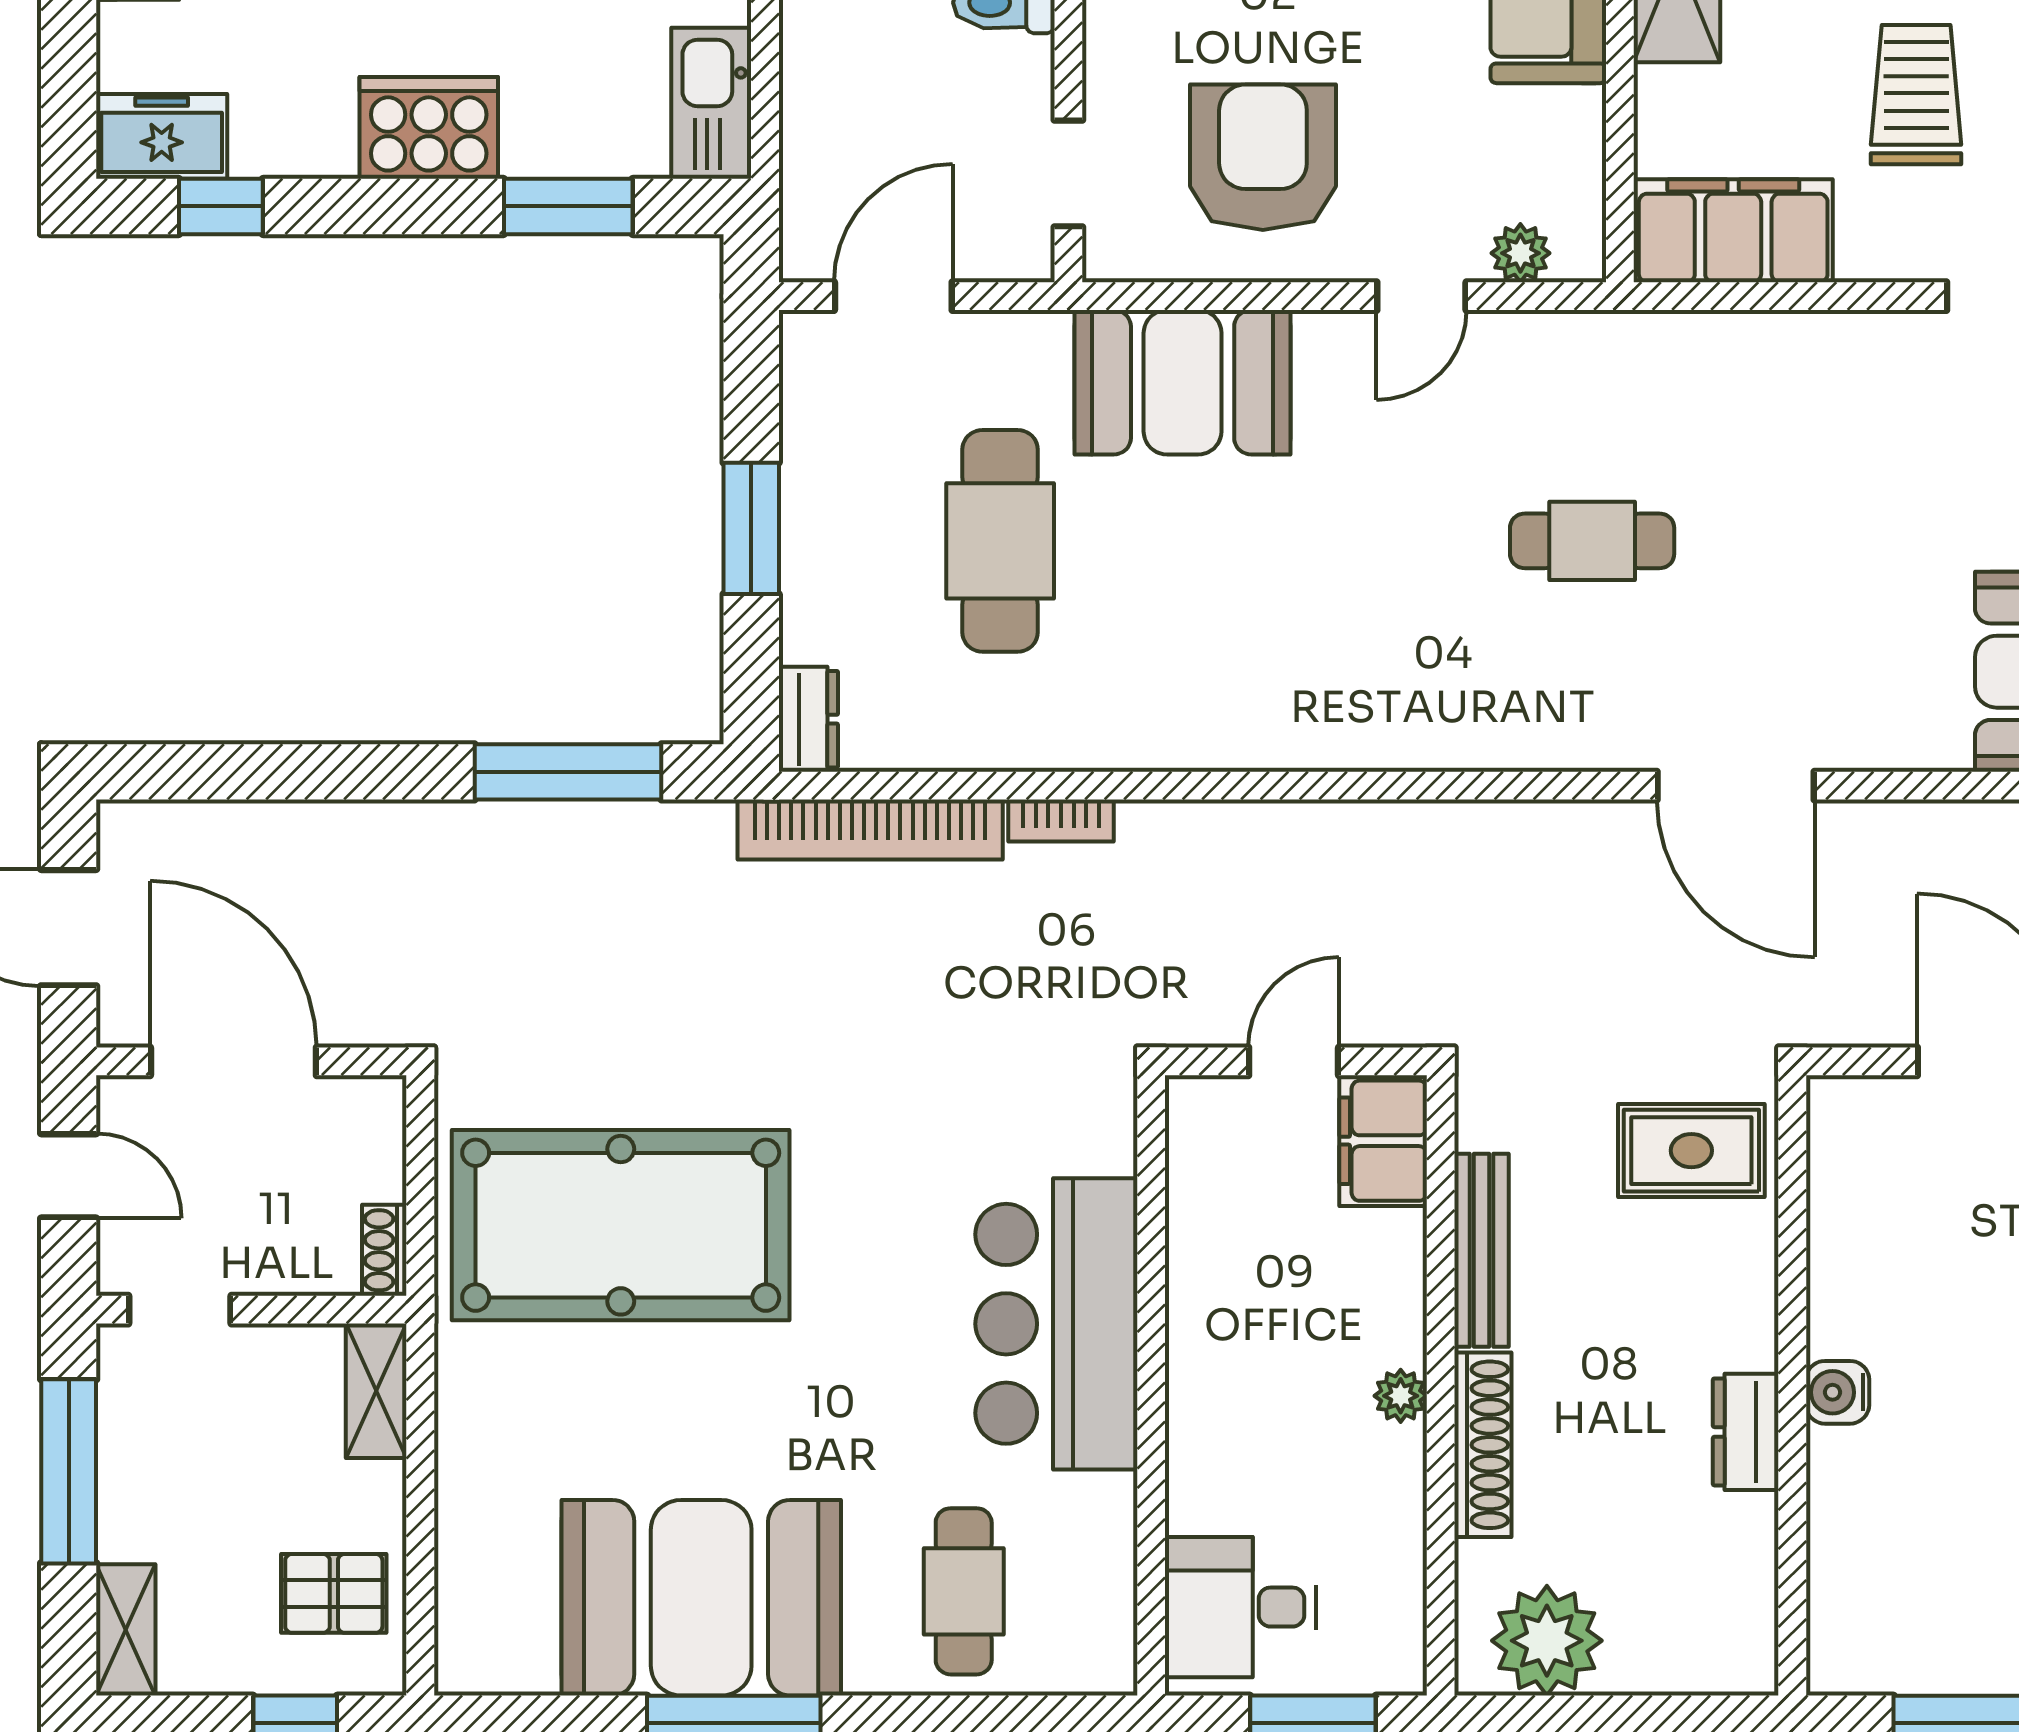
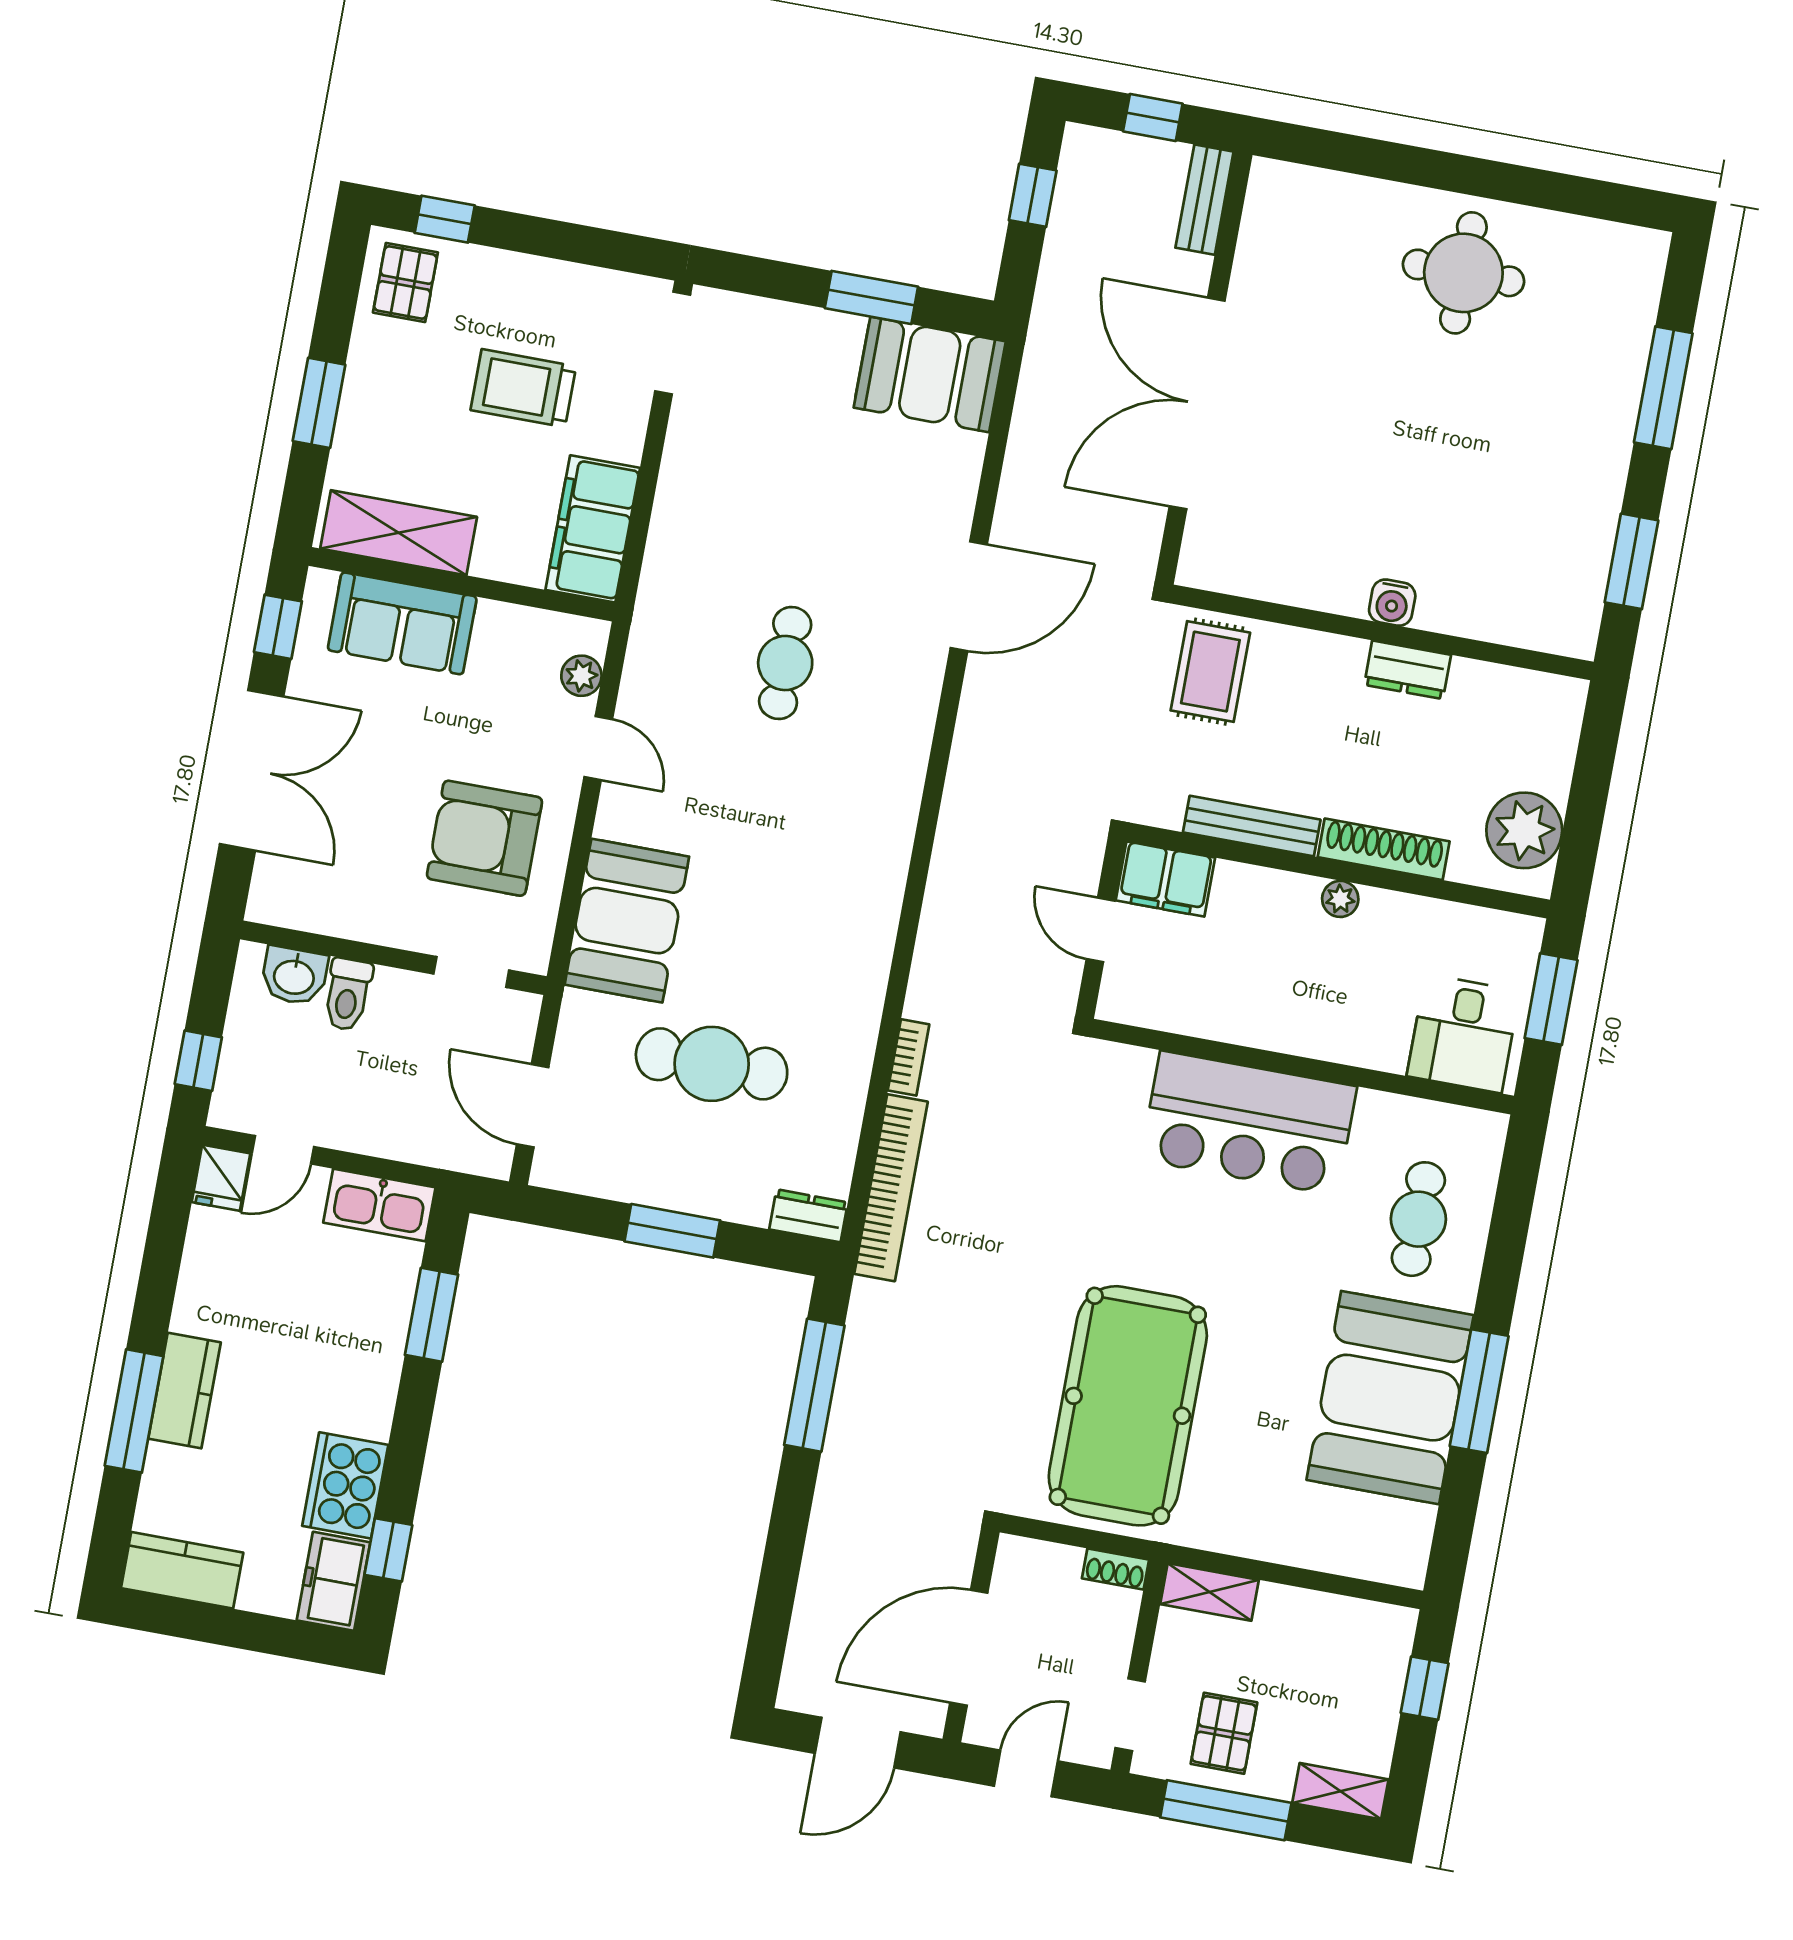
cooker: (429, 128) -> (345, 1485), moved
cafe table: (964, 1591) -> (1418, 1219), turned 90
pallet: (334, 1593) -> (1224, 1733), moved

